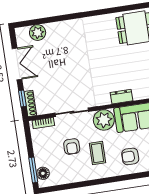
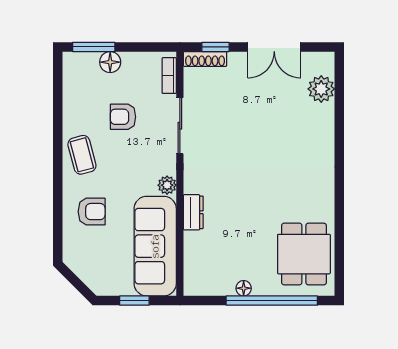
plant: (104, 120) -> (167, 185), width x0.53, depth x0.53
coffee table: (97, 153) -> (82, 155), moved, turned 75
armchair: (130, 156) -> (92, 212), turned 90
floor lamp: (43, 173) -> (110, 62), moved

